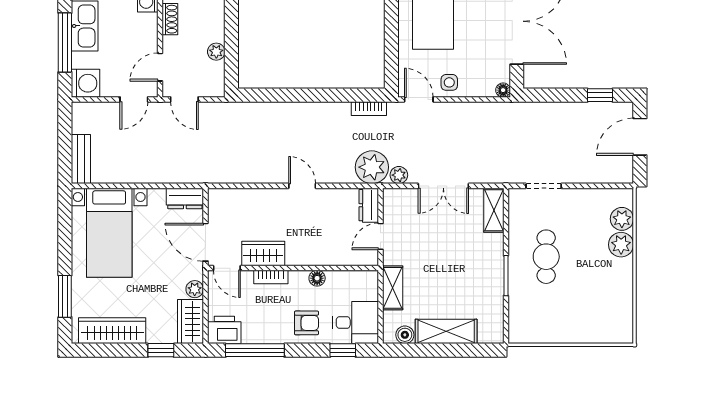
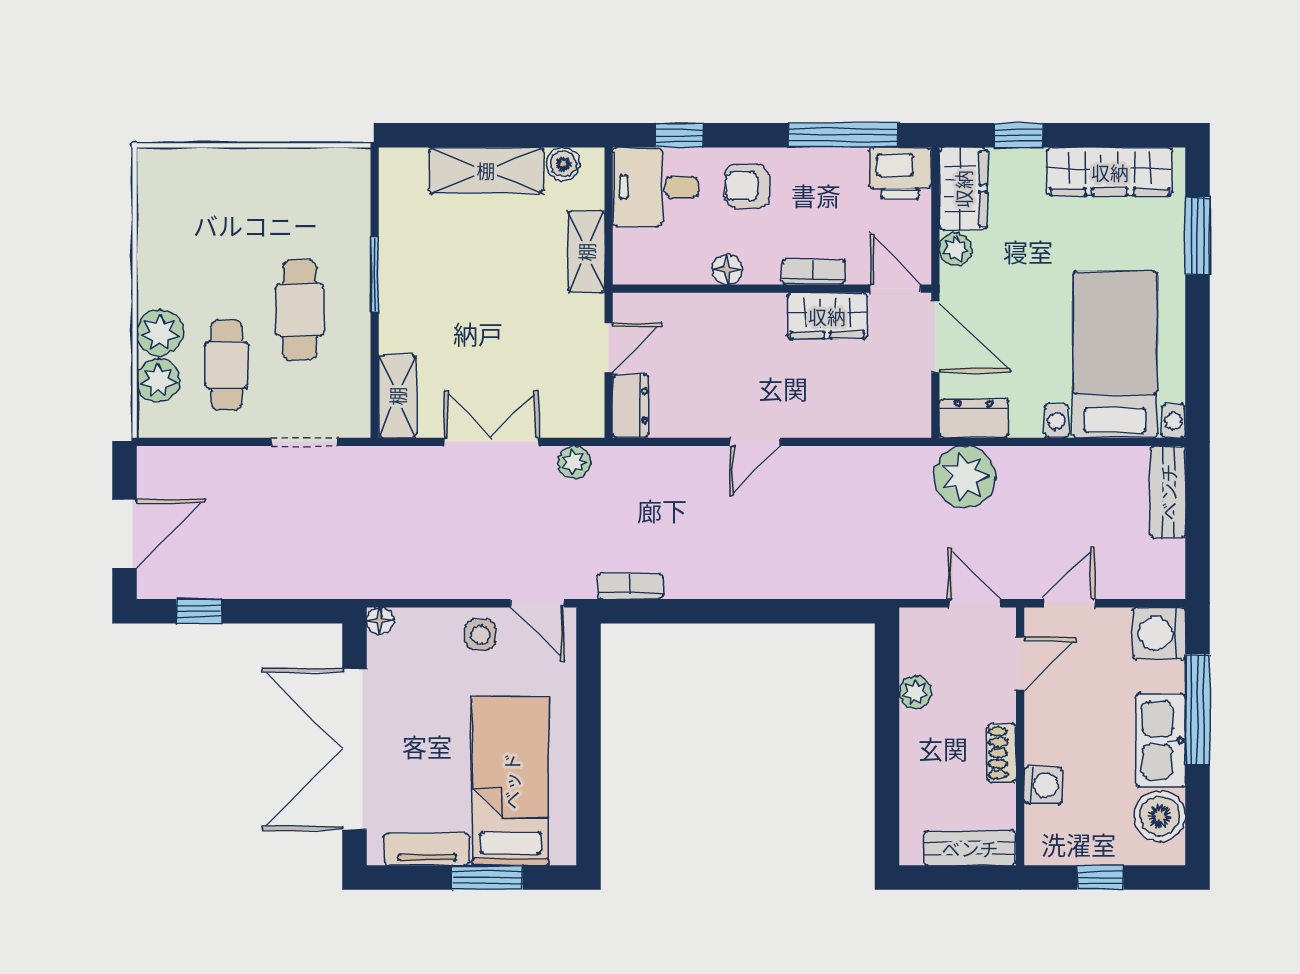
plant: (372, 167) -> (965, 477), moved
door: (302, 186) -> (755, 442), hinge flipped
cafe table: (585, 227) -> (227, 365), added

